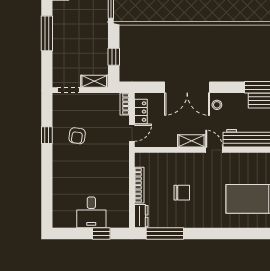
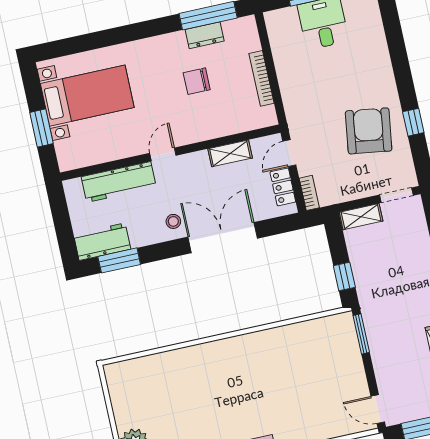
window: (114, 57) -> (344, 276), moved
armchair: (77, 136) -> (369, 131), width x1.88, depth x1.88
shelving: (192, 141) -> (230, 153), moved
door: (214, 150) -> (163, 154), swing flipped
dresser: (141, 216) -> (205, 35), moved, turned -90

